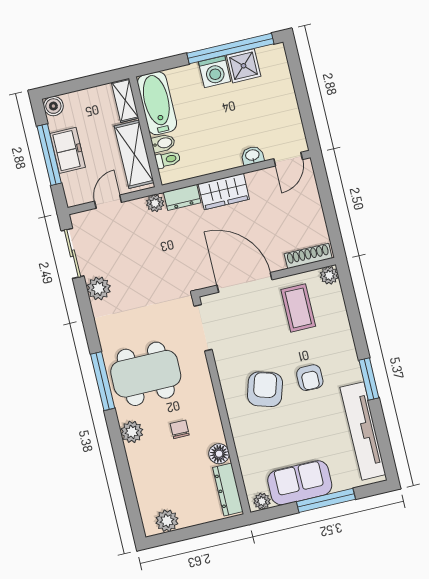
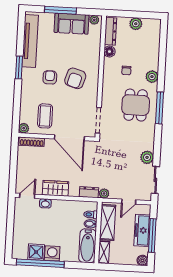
freezer: (68, 150) -> (142, 230), width x1.40
wardrobe: (224, 192) -> (55, 188), moved
dining table: (146, 374) -> (136, 105), width x0.73
plant: (167, 521) -> (136, 24), moved

